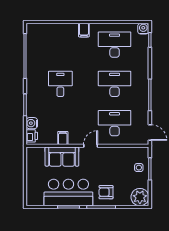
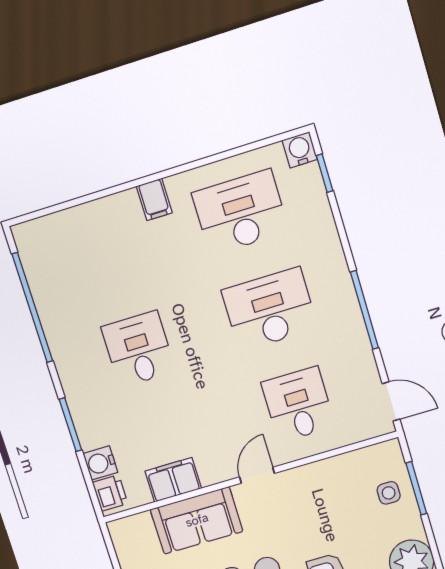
desk: (115, 123) -> (298, 405), width x0.73
filing cabinet: (63, 138) -> (173, 480), width x2.00

